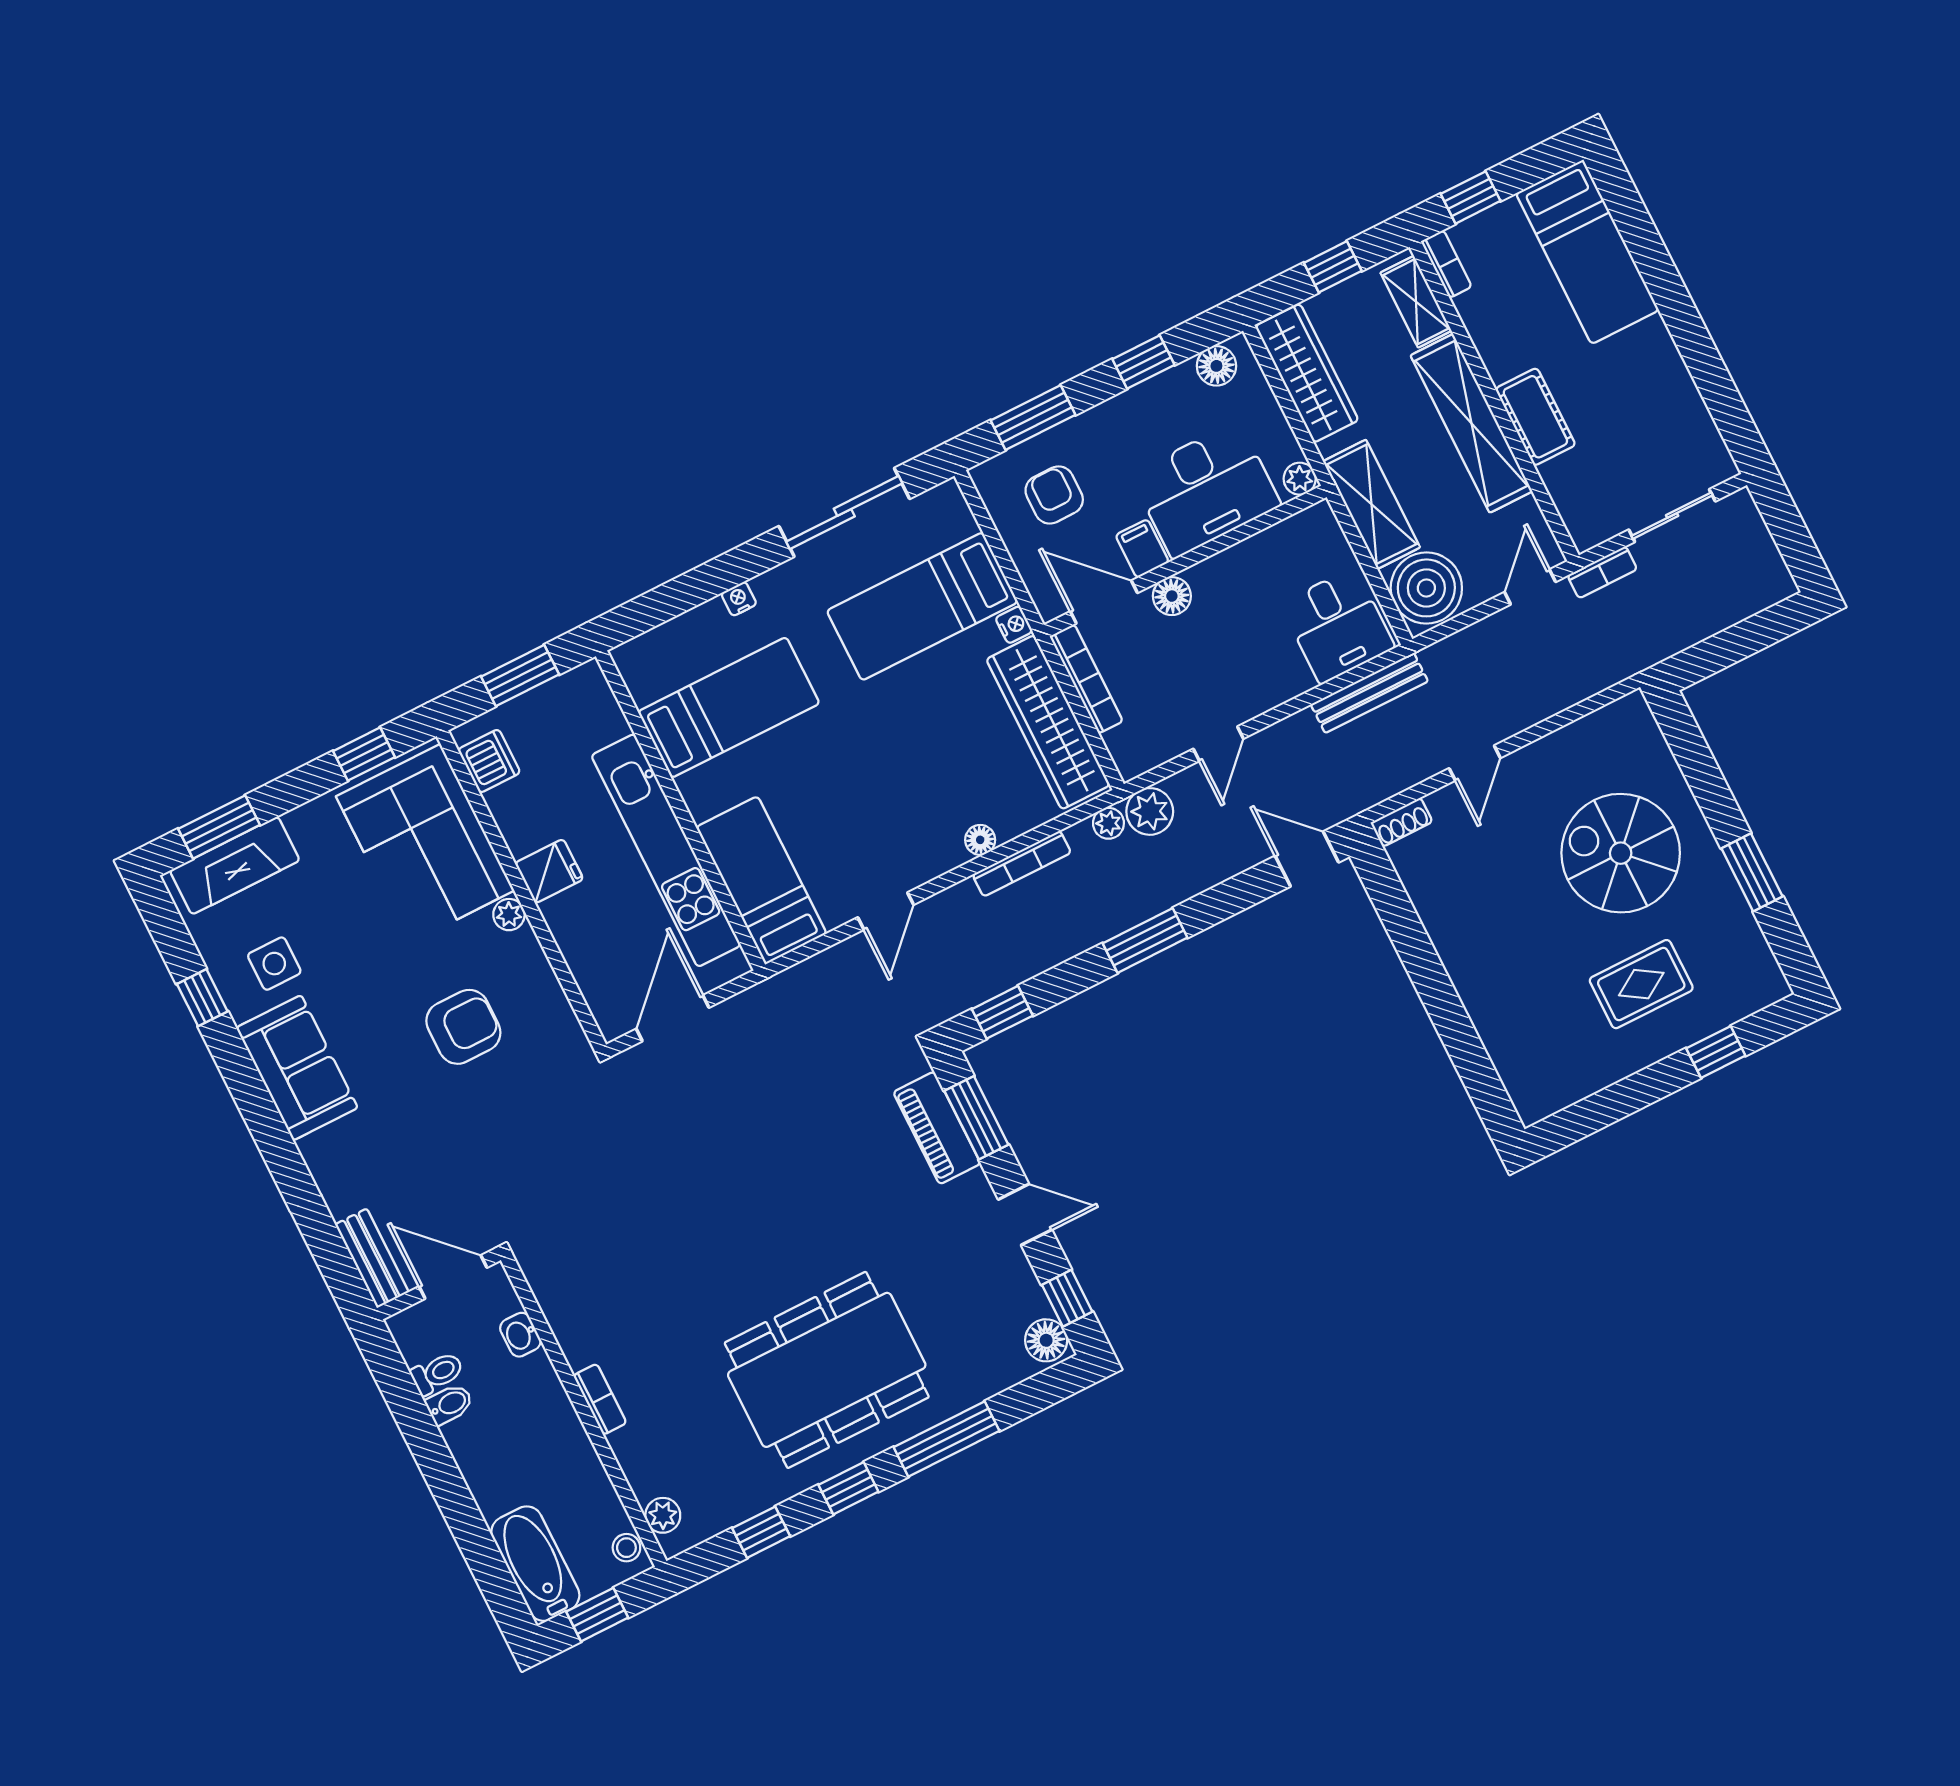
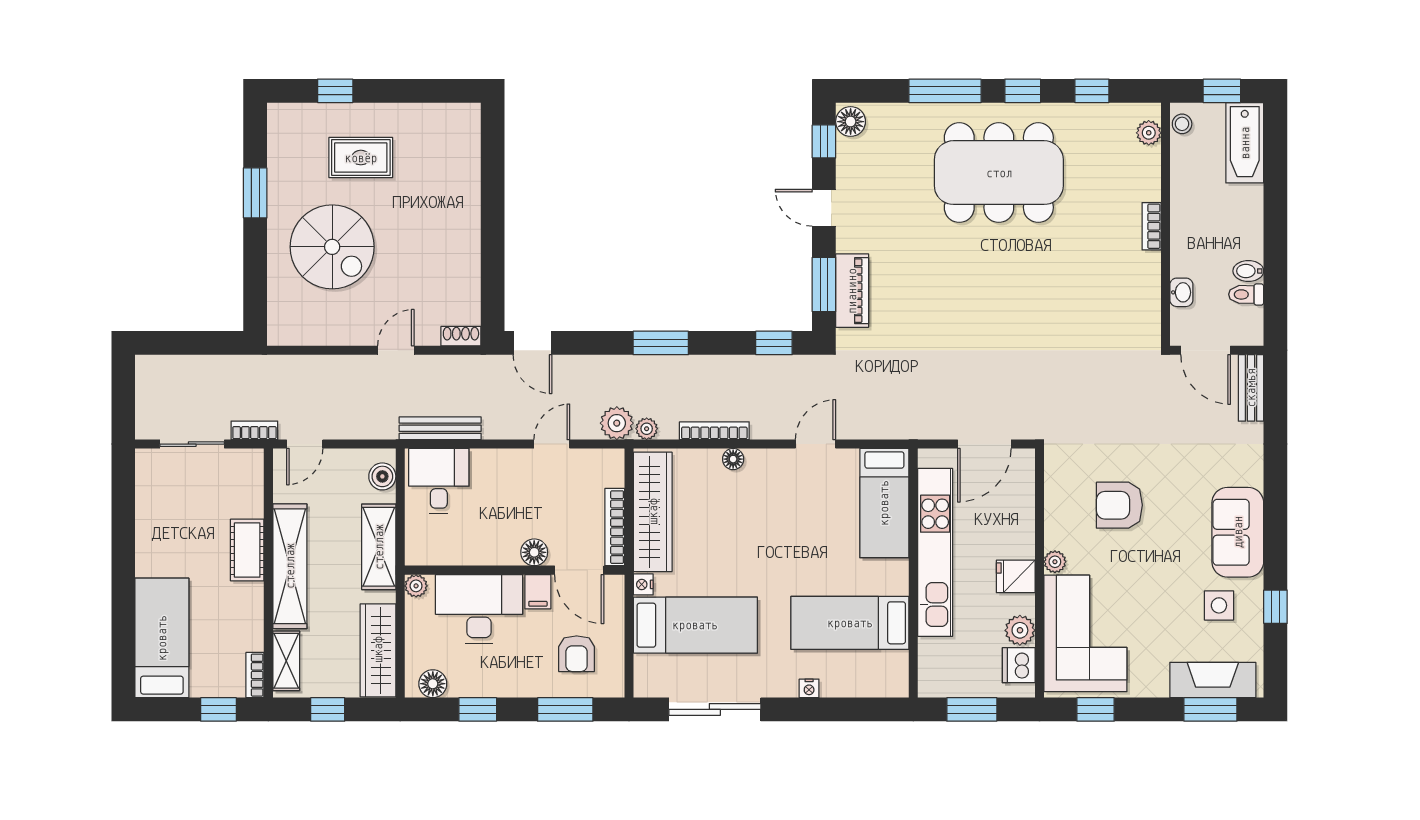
boiler: (1426, 588) -> (382, 476), width x0.54, depth x0.54
plant: (510, 806) -> (1020, 630), added

